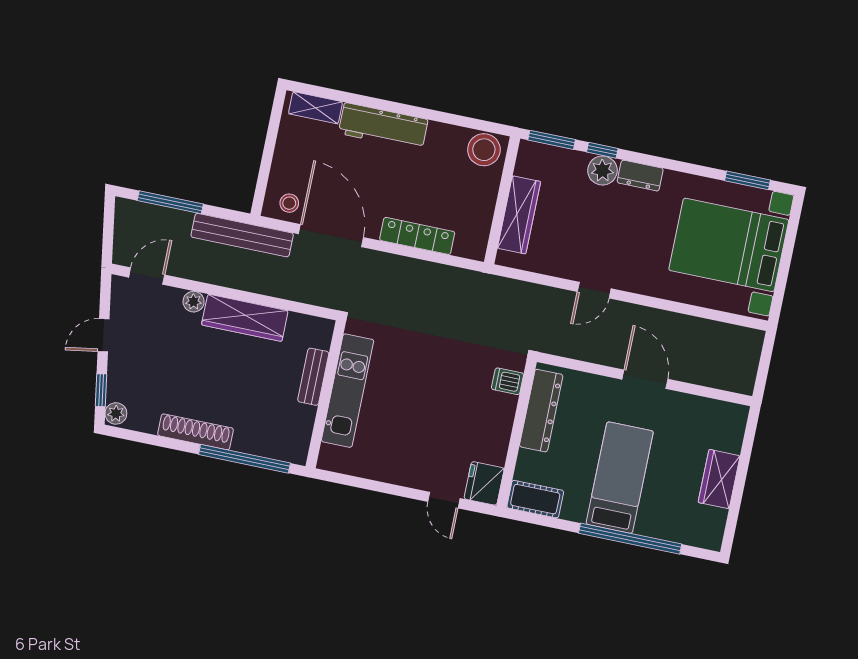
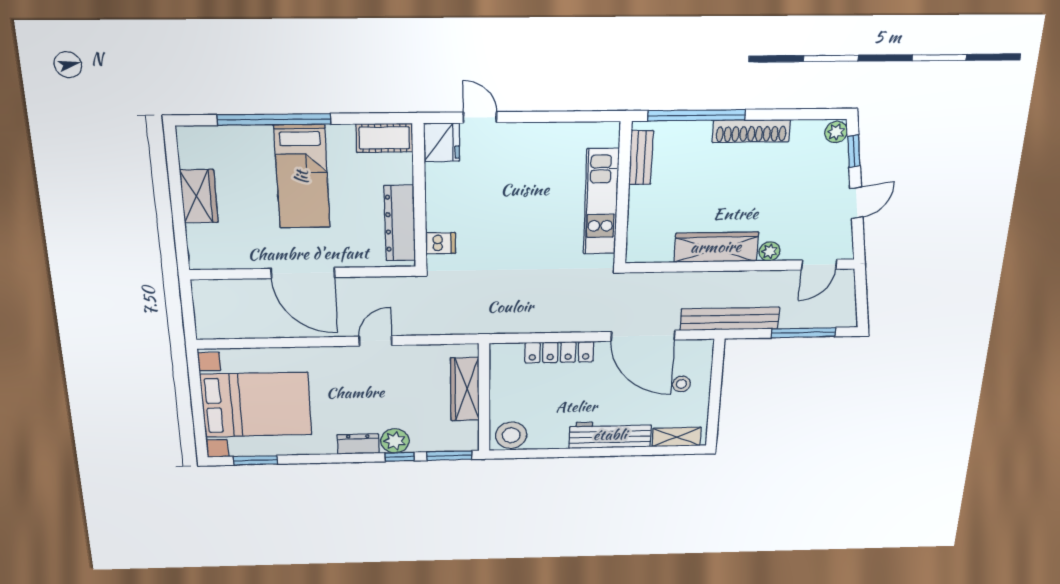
stool: (289, 203) -> (681, 384), moved
bench: (313, 377) -> (641, 158), moved
door: (645, 379) -> (303, 273), width x1.36

